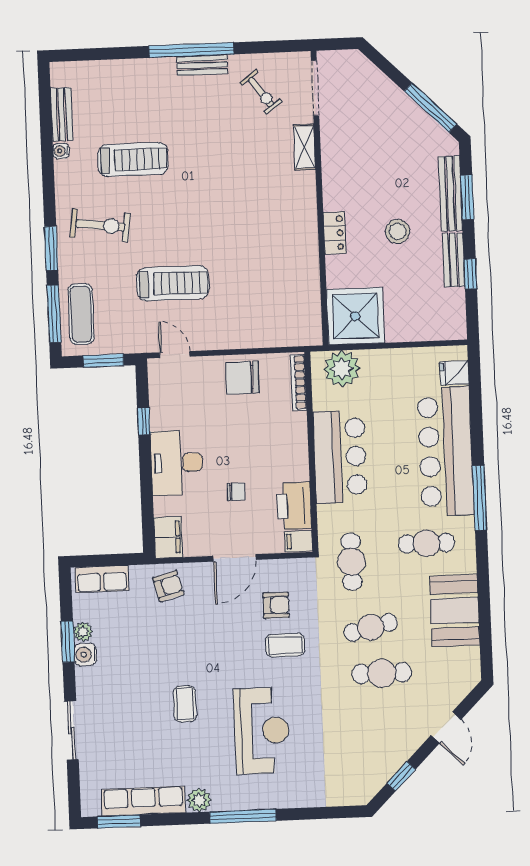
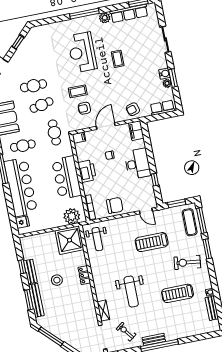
weight bench: (236, 180) -> (131, 292), added
weight bench: (293, 309) -> (97, 239), added
printer: (294, 506) -> (87, 171), moved

